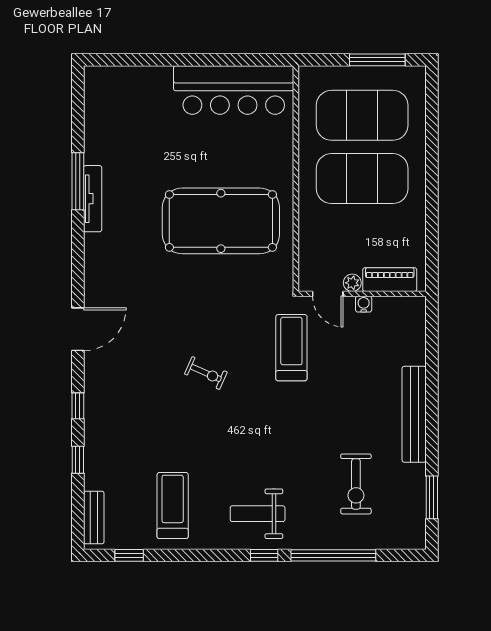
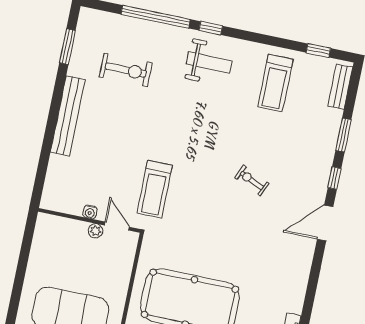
piano: (390, 280) -> (65, 227), removed
door: (78, 329) -> (325, 223), moved
exercise bike: (206, 373) -> (252, 180), moved
window: (78, 460) -> (343, 135), width x1.50
exercise bike: (356, 484) -> (126, 70), turned 90

